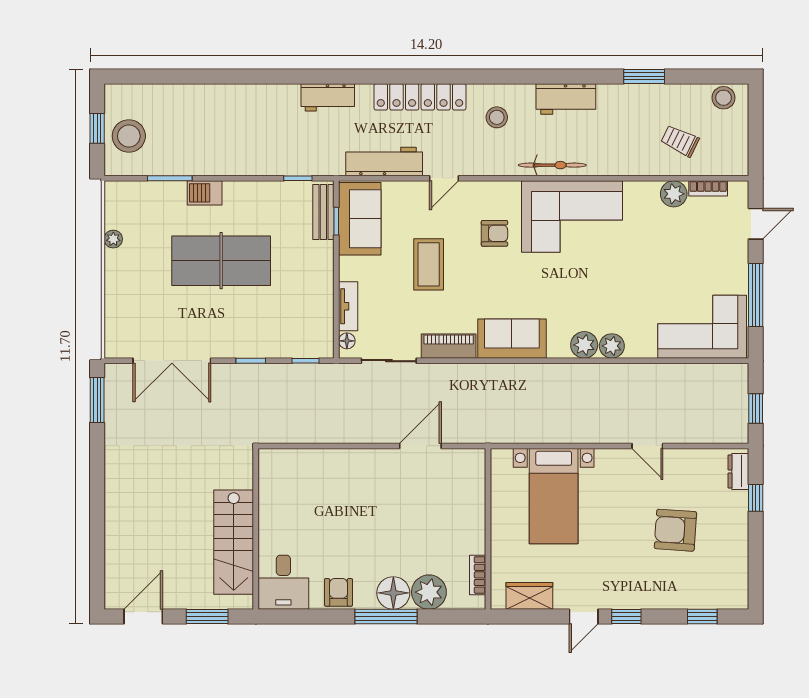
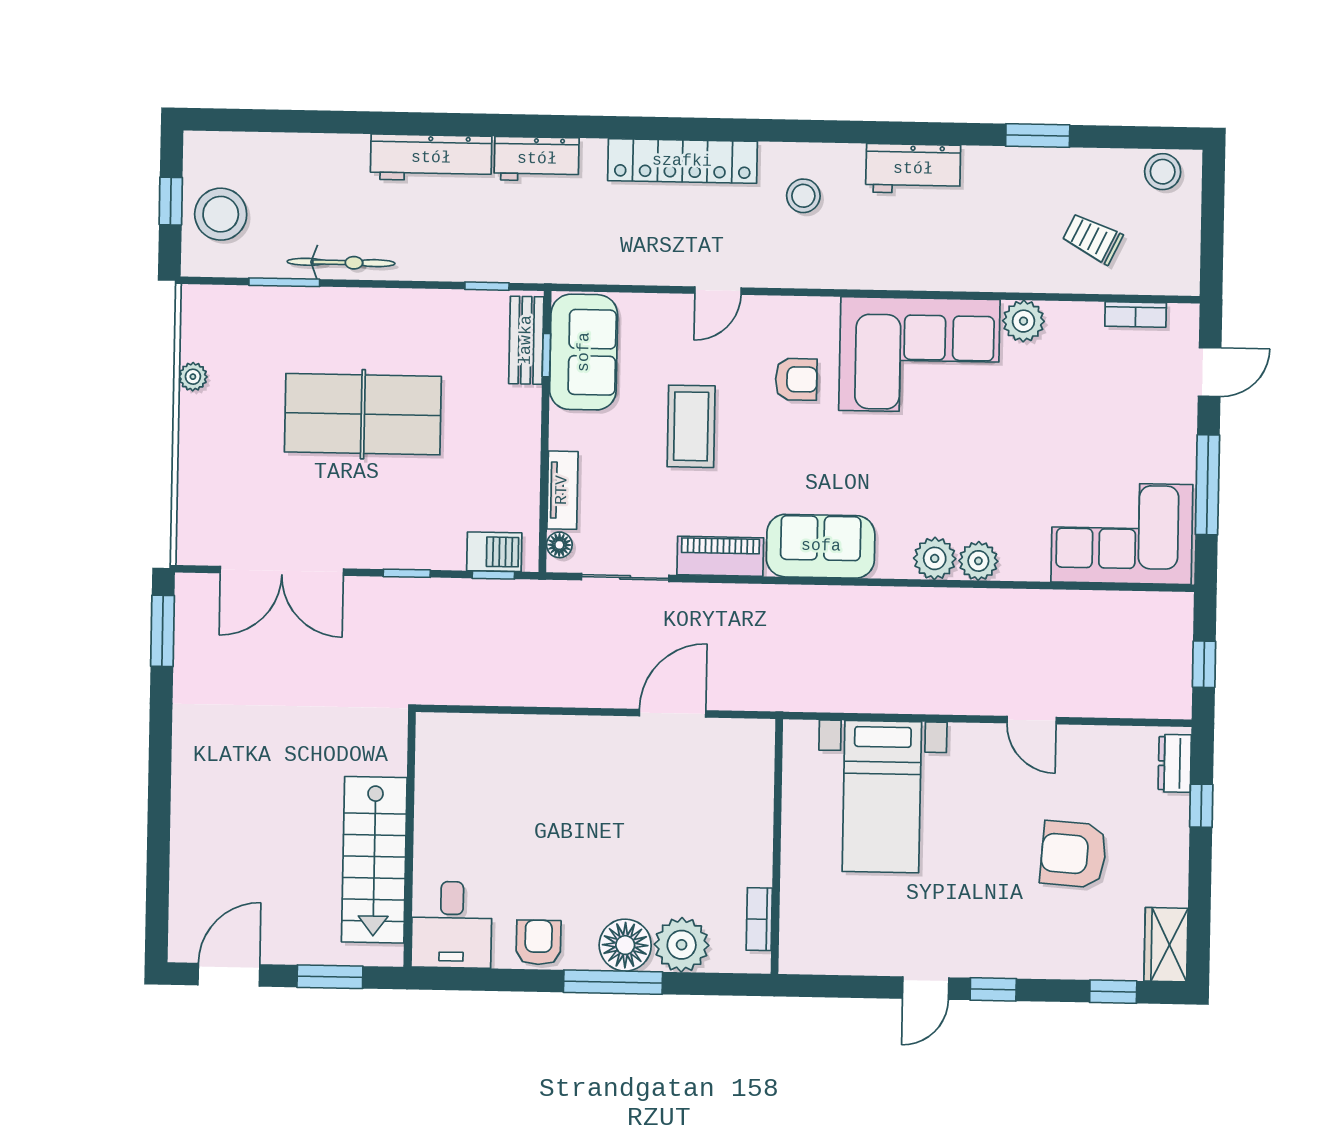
workbench: (384, 162) -> (431, 158), moved, turned 180
bicycle: (552, 165) -> (341, 262), moved
barbecue: (205, 193) -> (494, 552), moved, turned 180
plant: (674, 194) -> (1024, 321), moved
wardrobe: (529, 596) -> (1166, 945), moved, turned -90

